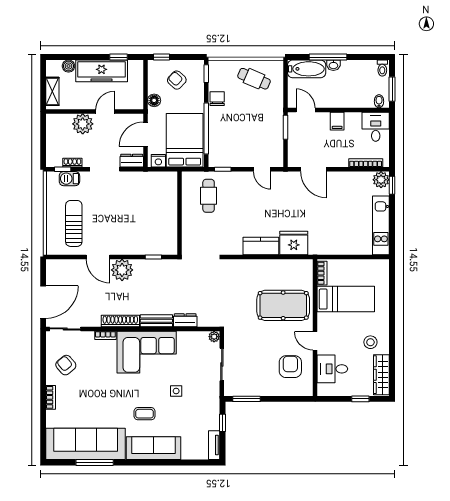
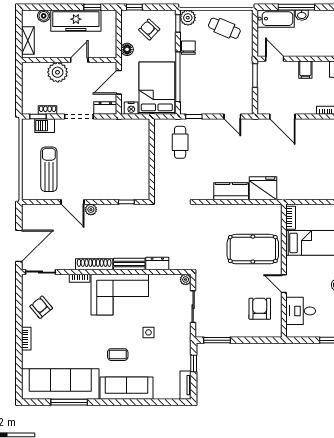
plant: (216, 68) -> (188, 18), added
plant: (122, 270) -> (91, 210), width x0.53, depth x0.53

